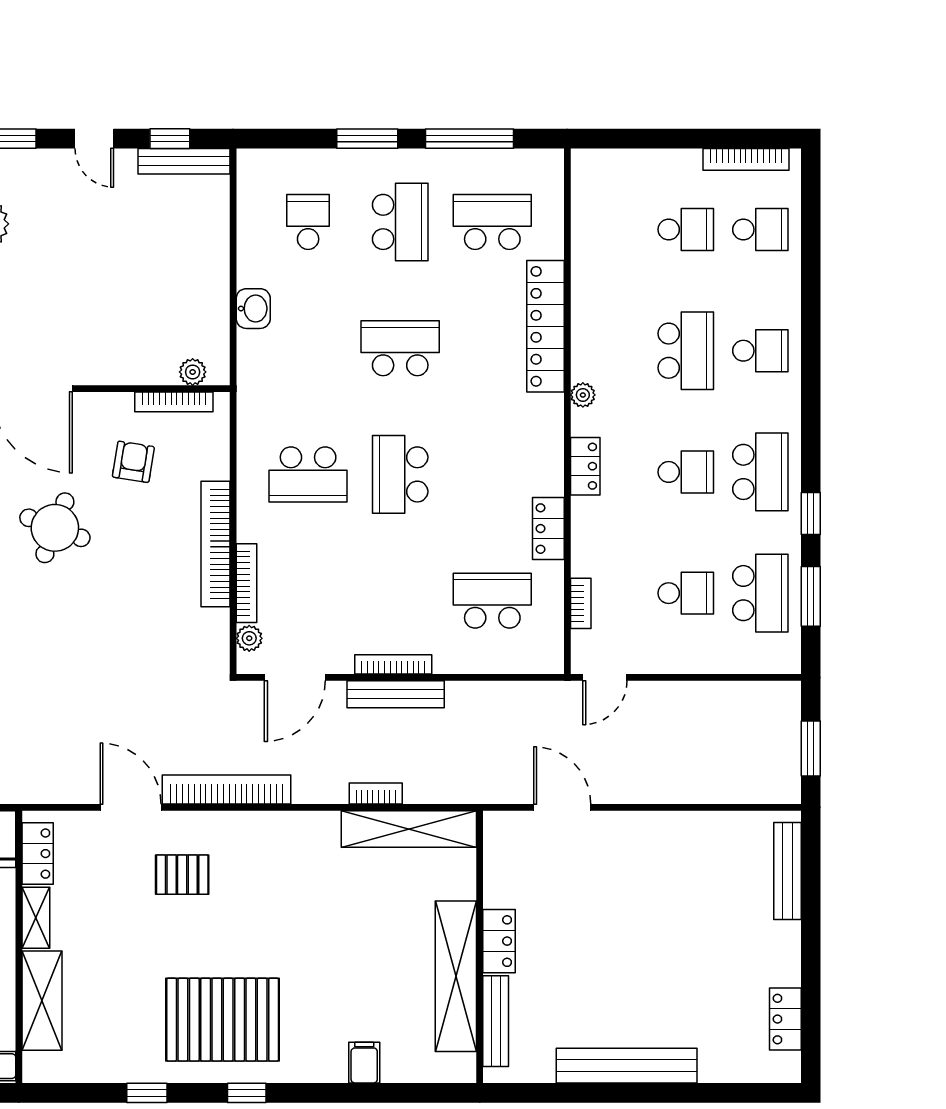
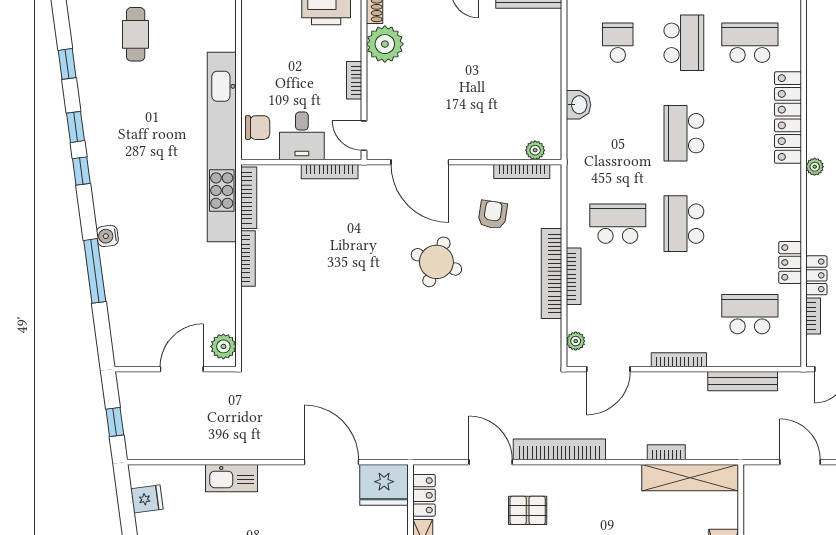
school desk: (400, 348) -> (684, 133), turned -90
locker: (585, 466) -> (816, 275), moved
school desk: (308, 474) -> (618, 224), turned 180
bookcase: (246, 583) -> (574, 276), moved
bench: (396, 694) -> (743, 381), moved

